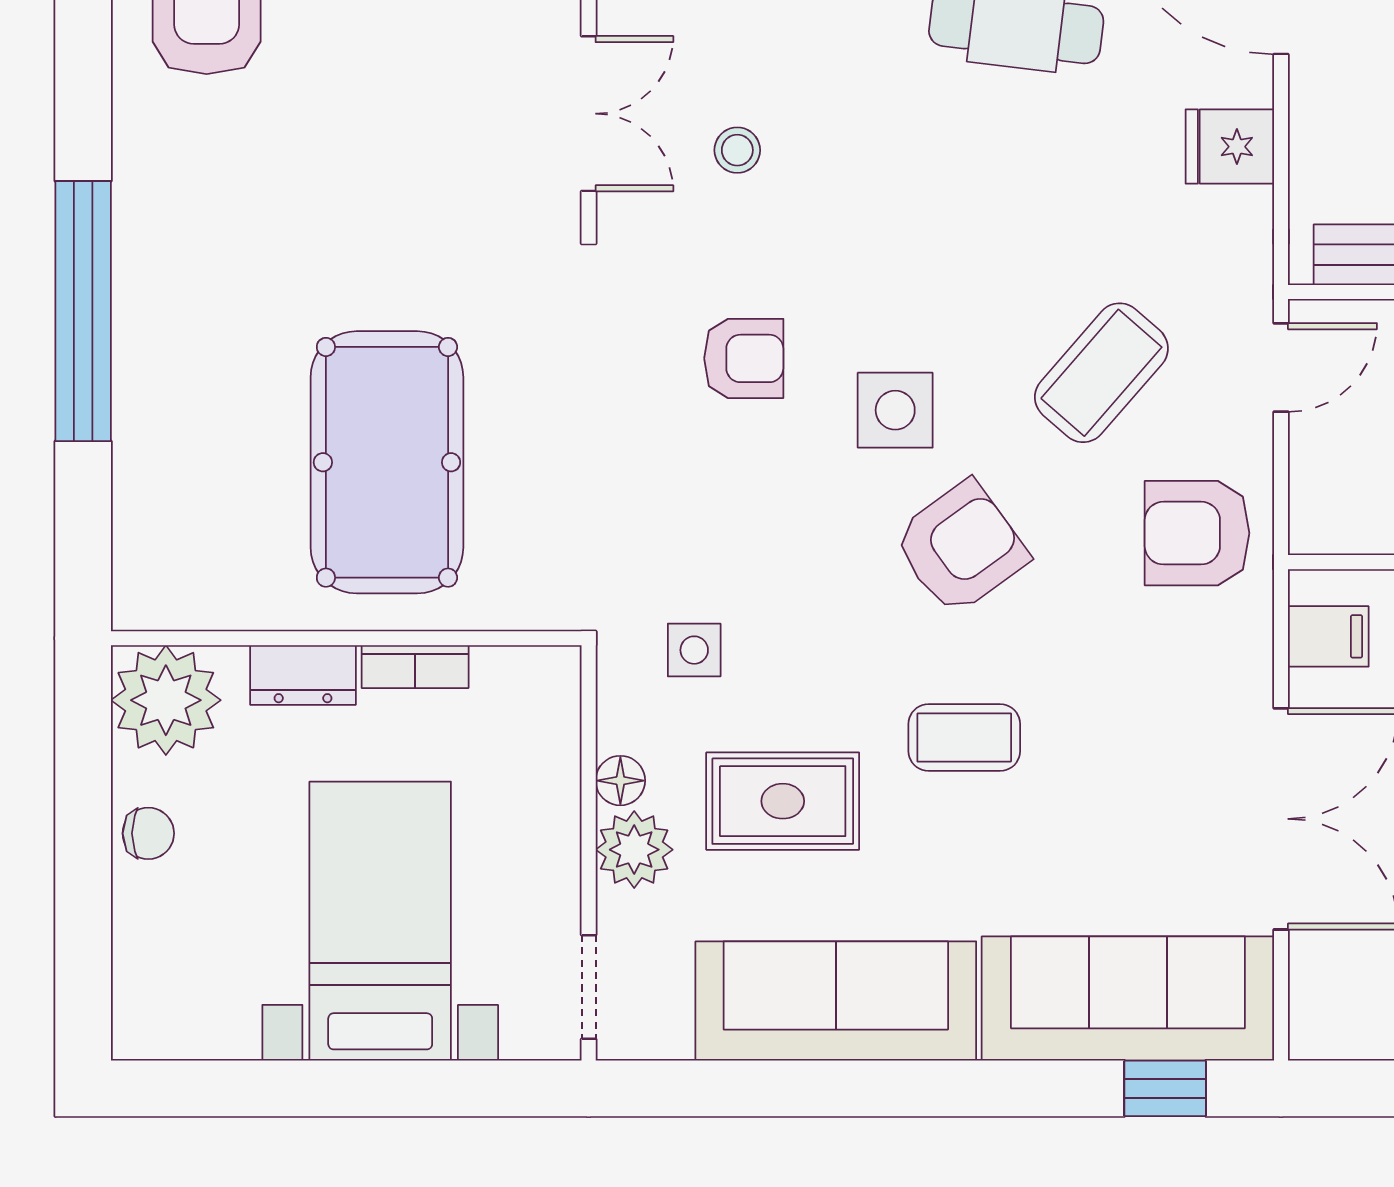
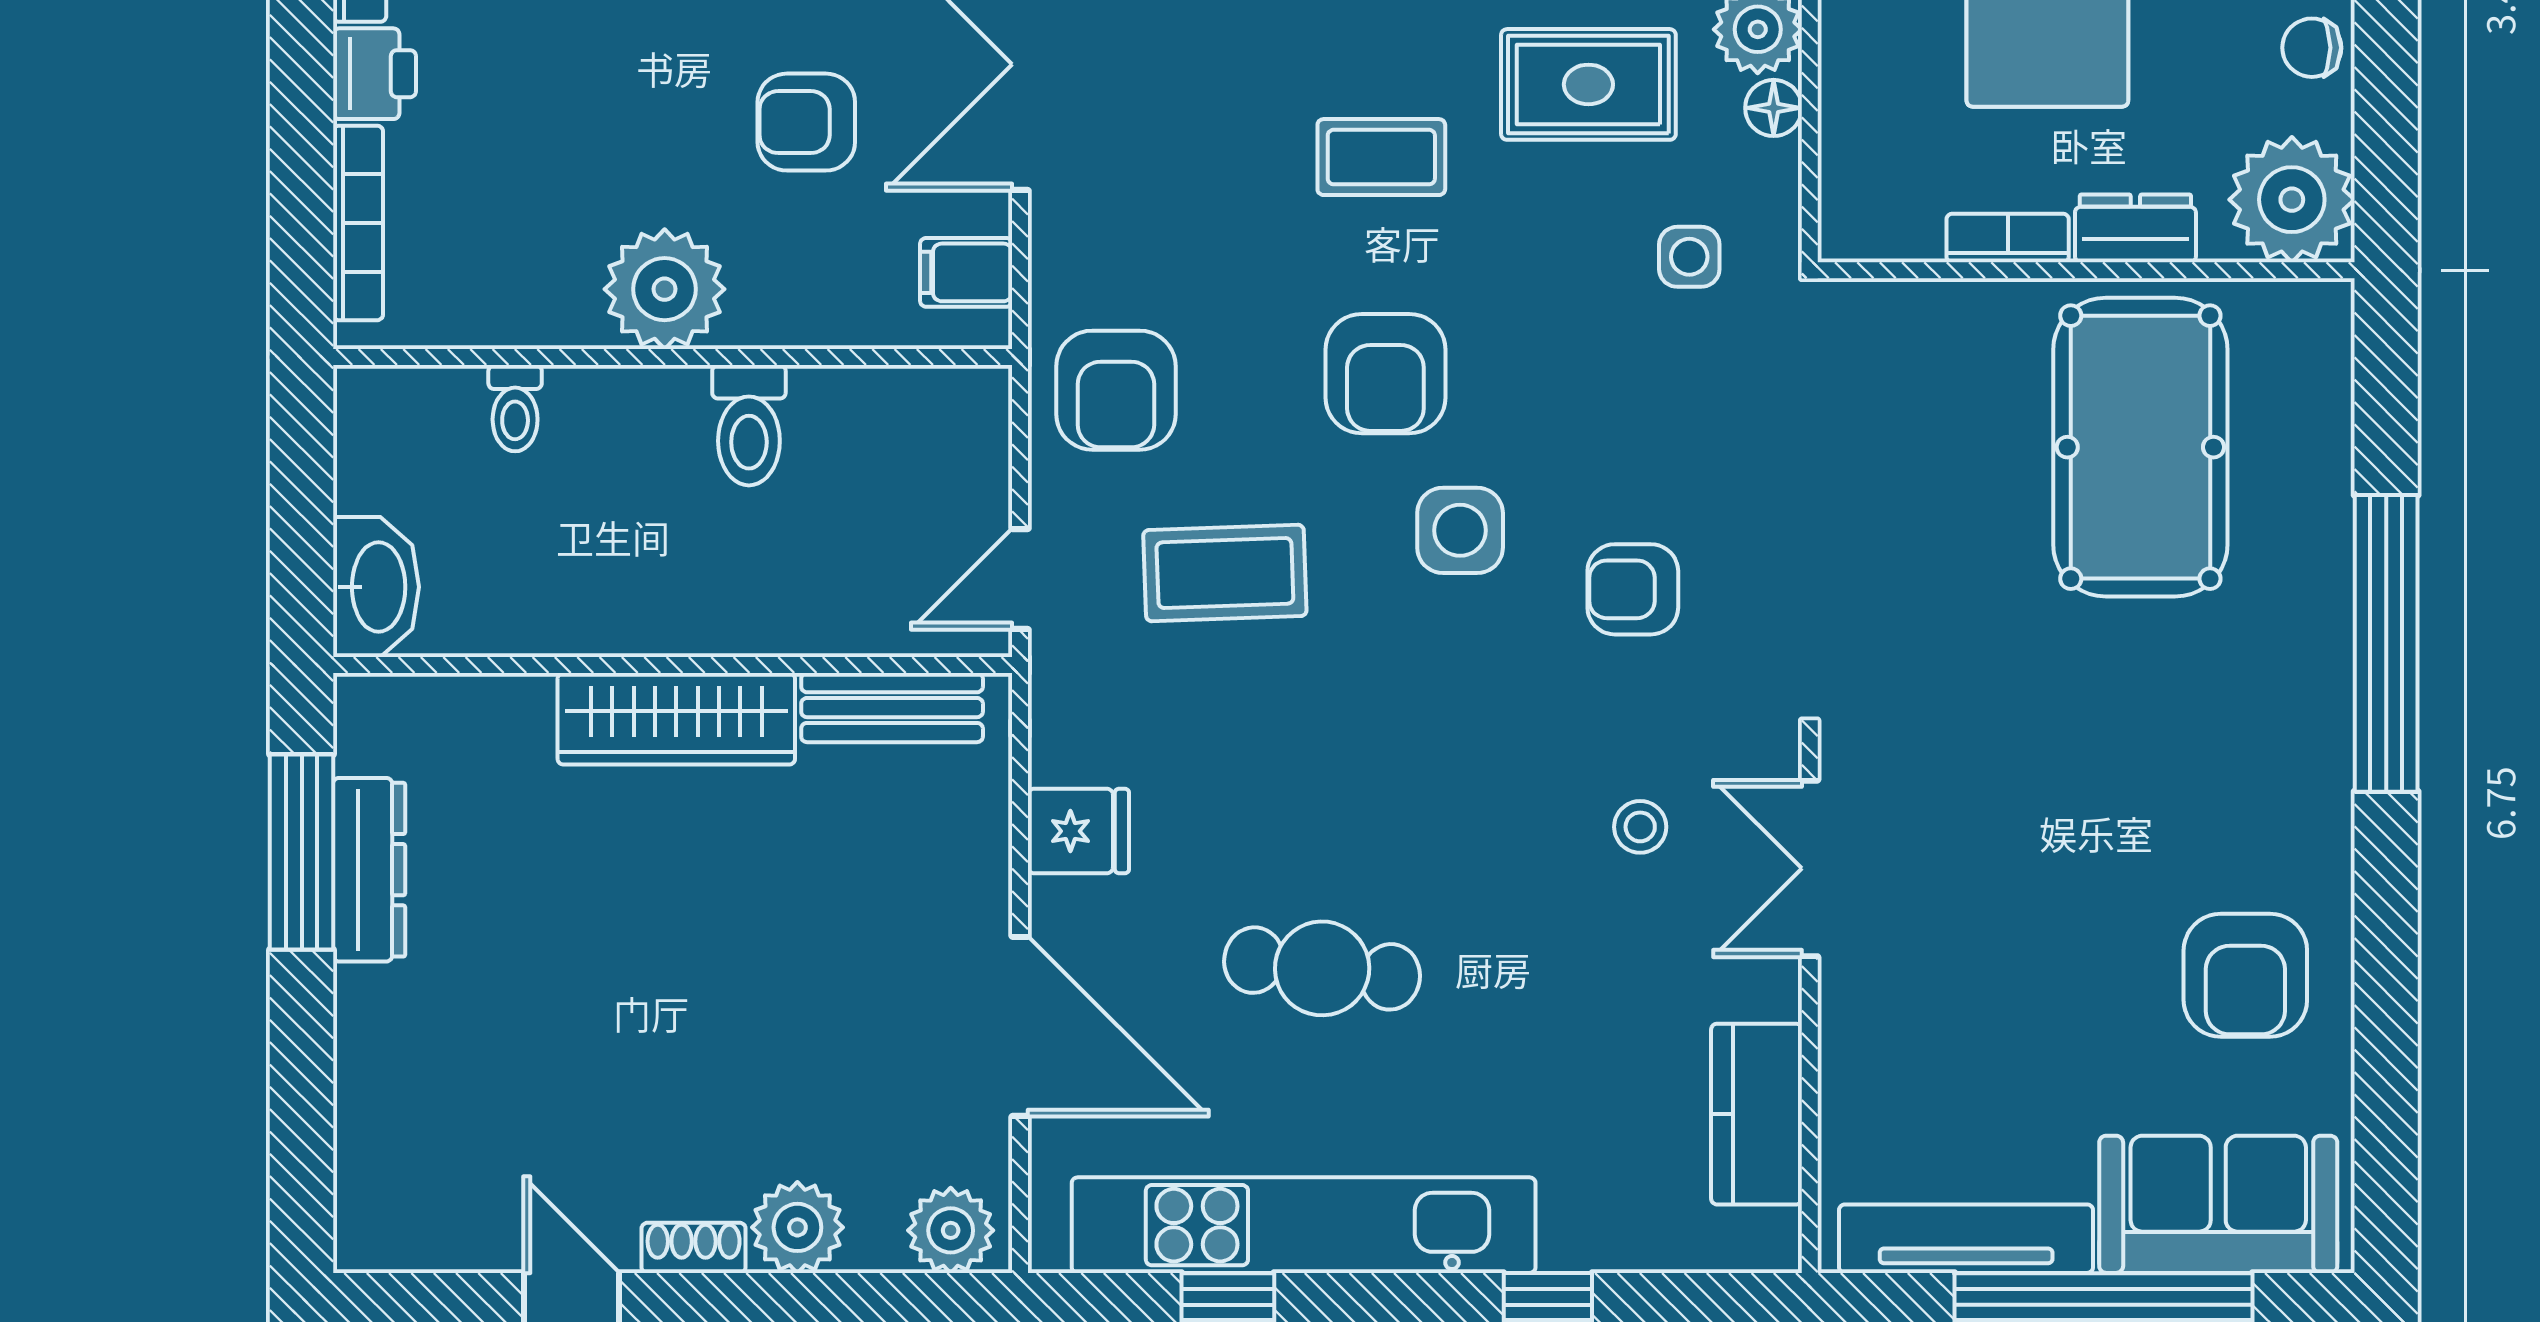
coffee table: (1101, 373) -> (1225, 573), turned 47
pool table: (387, 462) -> (2140, 447), moved
armchair: (1197, 533) -> (1116, 390), turned 90
armchair: (961, 548) -> (1385, 374), turned -54

